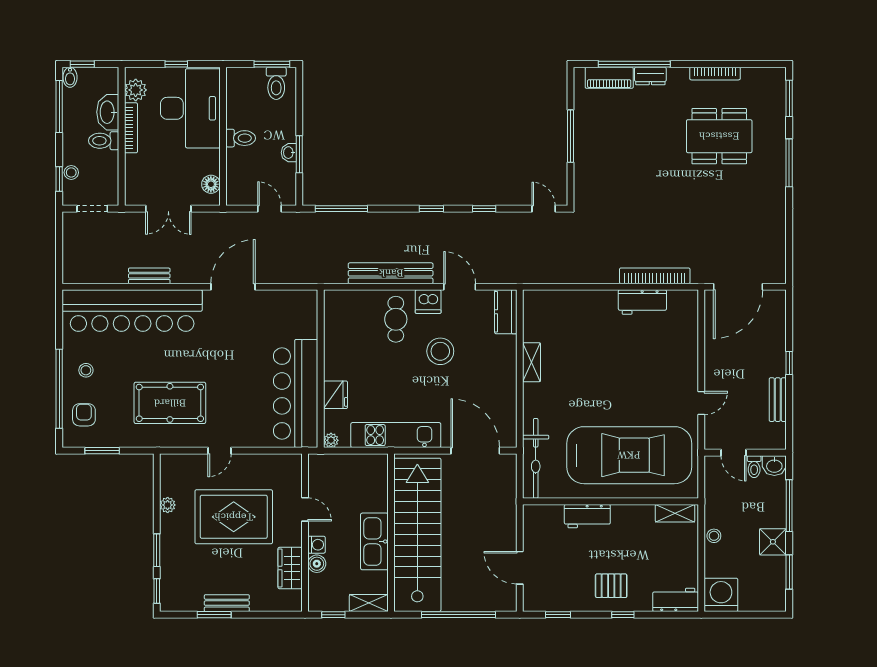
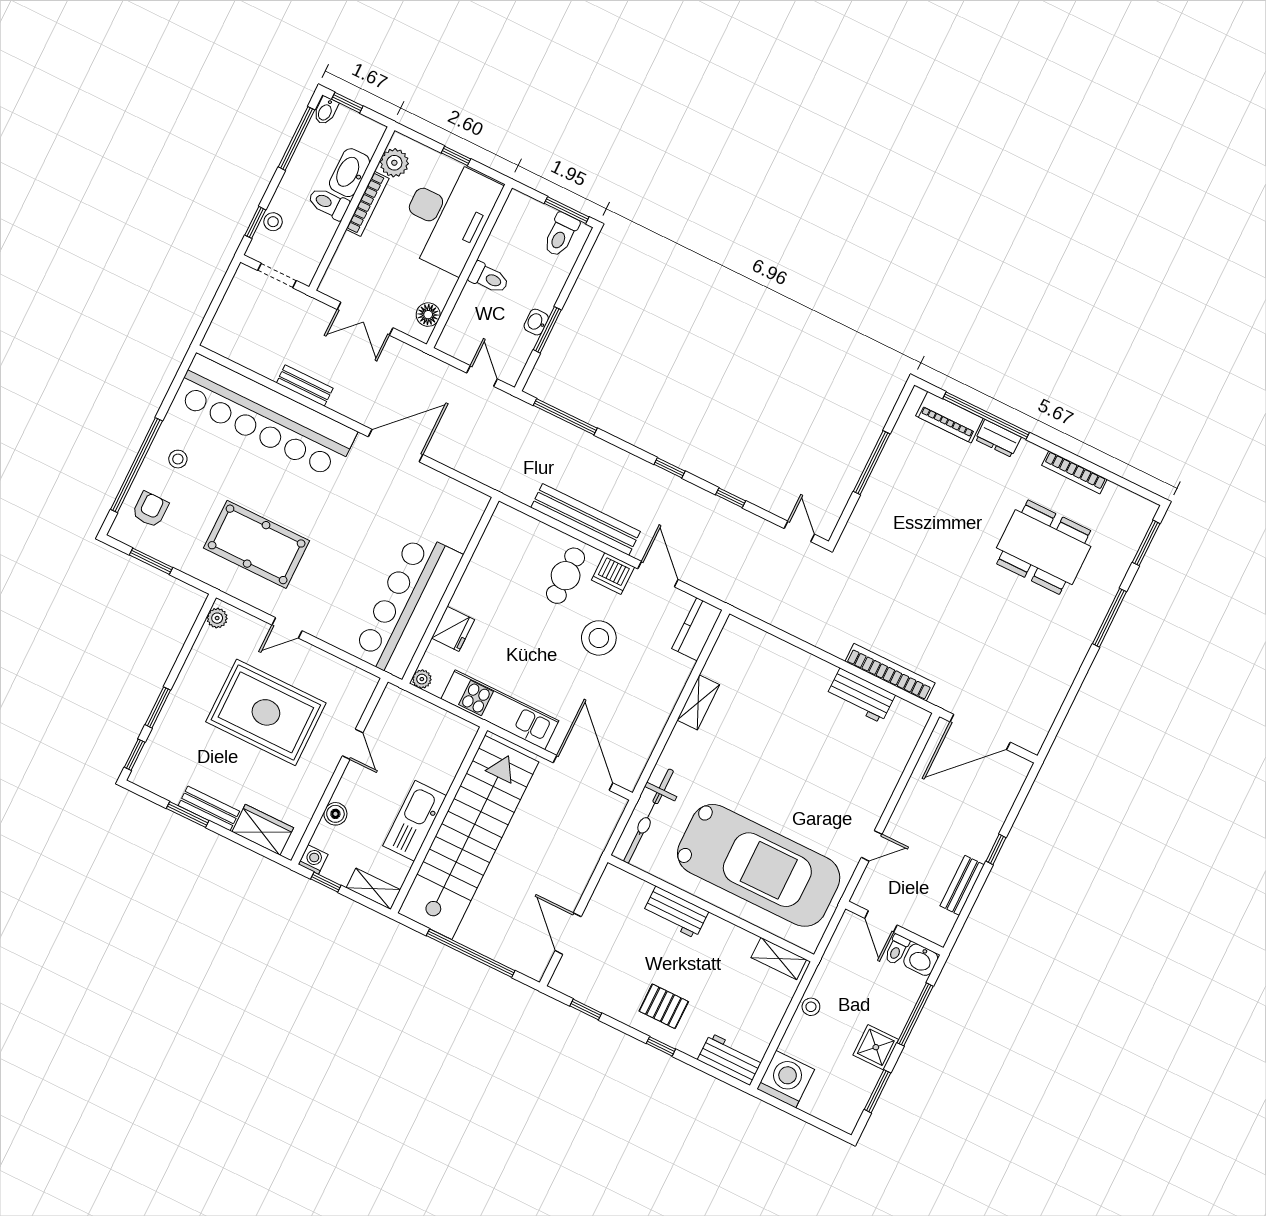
plant: (168, 505) -> (217, 618), moved
washing machine: (317, 545) -> (313, 859), moved, turned -90
wardrobe: (290, 568) -> (263, 830), moved, turned 90

